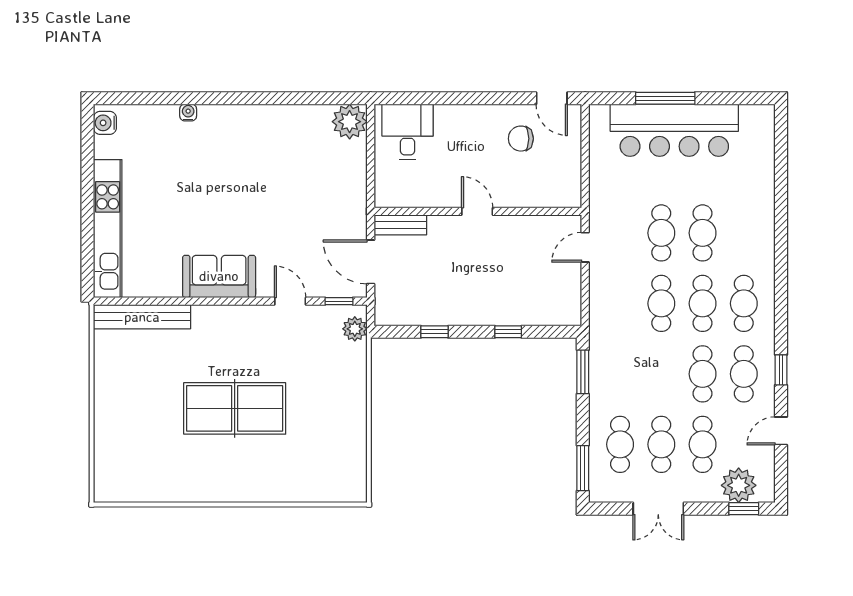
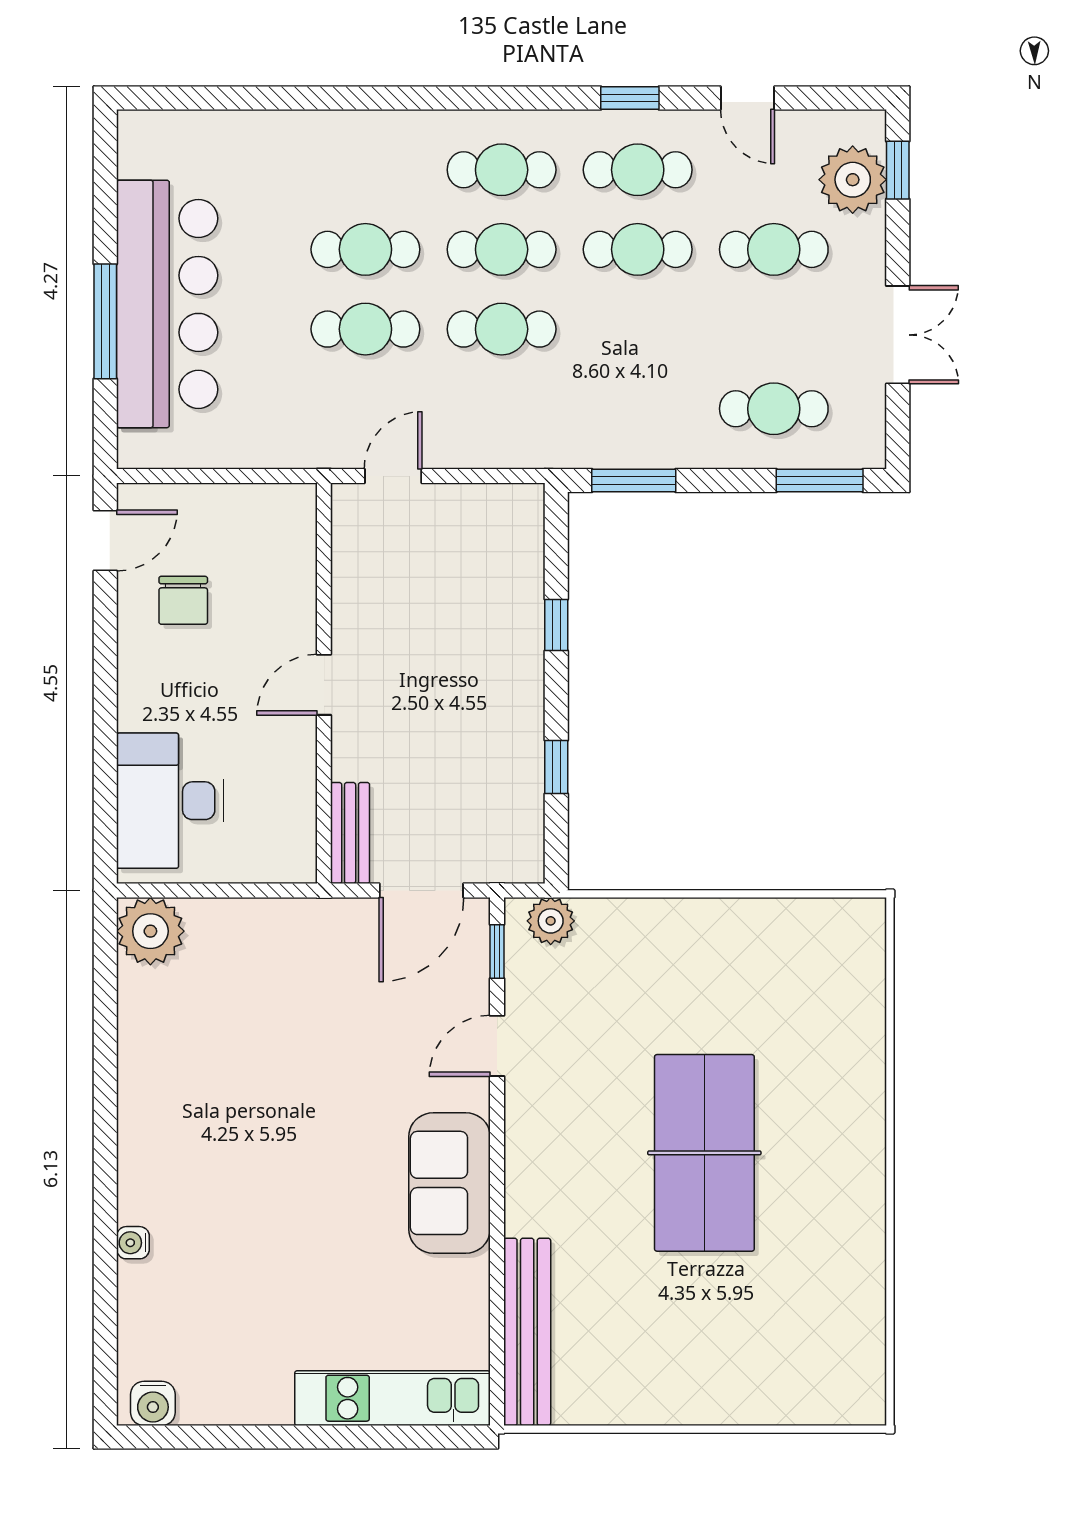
desk: (408, 132) -> (170, 801), width x1.37
kitchen unit: (108, 229) -> (393, 1398), width x0.73
door: (585, 247) -> (393, 476), swing flipped
cafe table: (661, 444) -> (774, 329), removed

